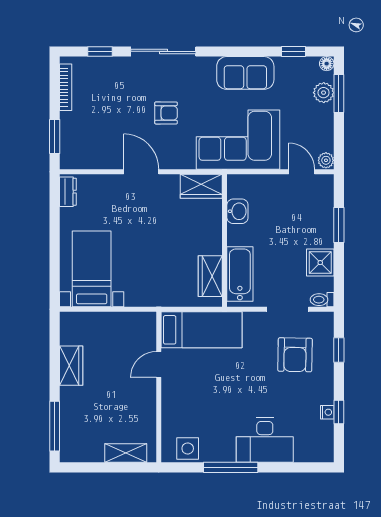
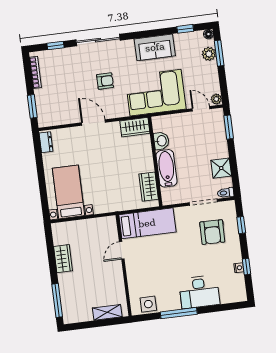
window: (339, 225) -> (229, 127), moved
bathtub: (240, 274) -> (167, 168), moved

